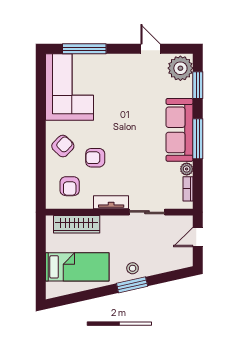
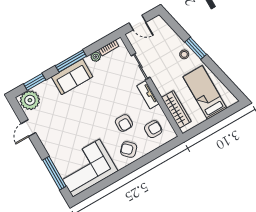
sofa: (180, 130) -> (72, 77), width x0.73

